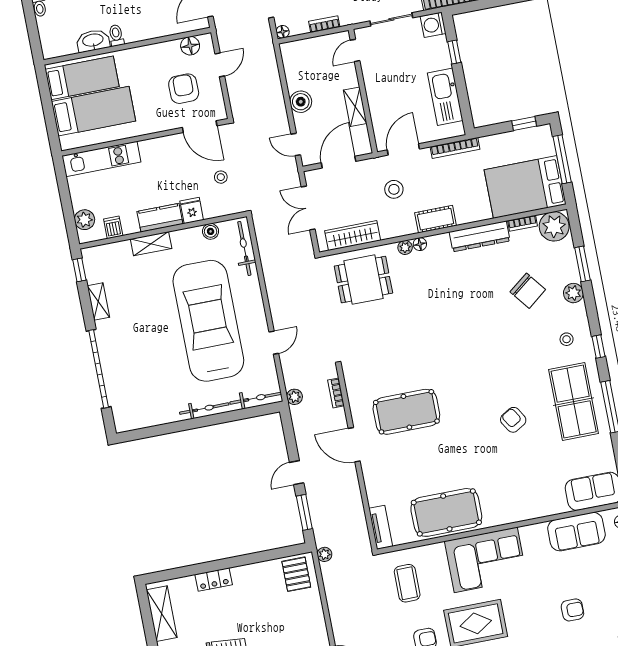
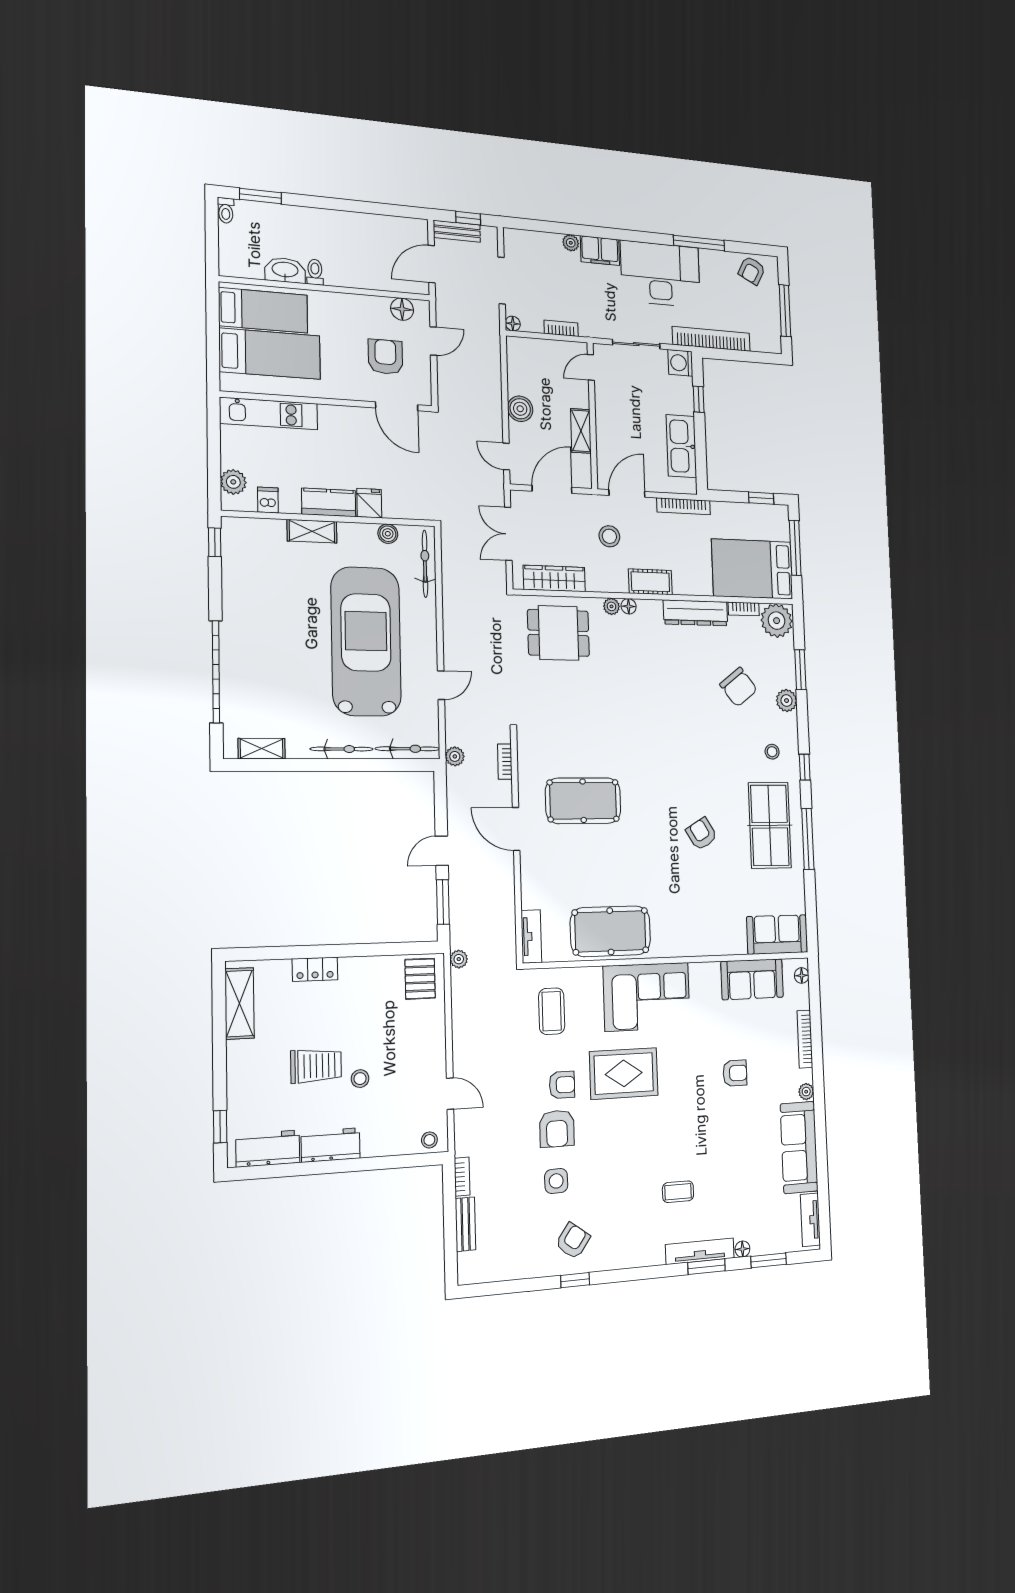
stool: (221, 177) -> (412, 472), removed
shelving: (98, 301) -> (262, 749), moved, turned 90

